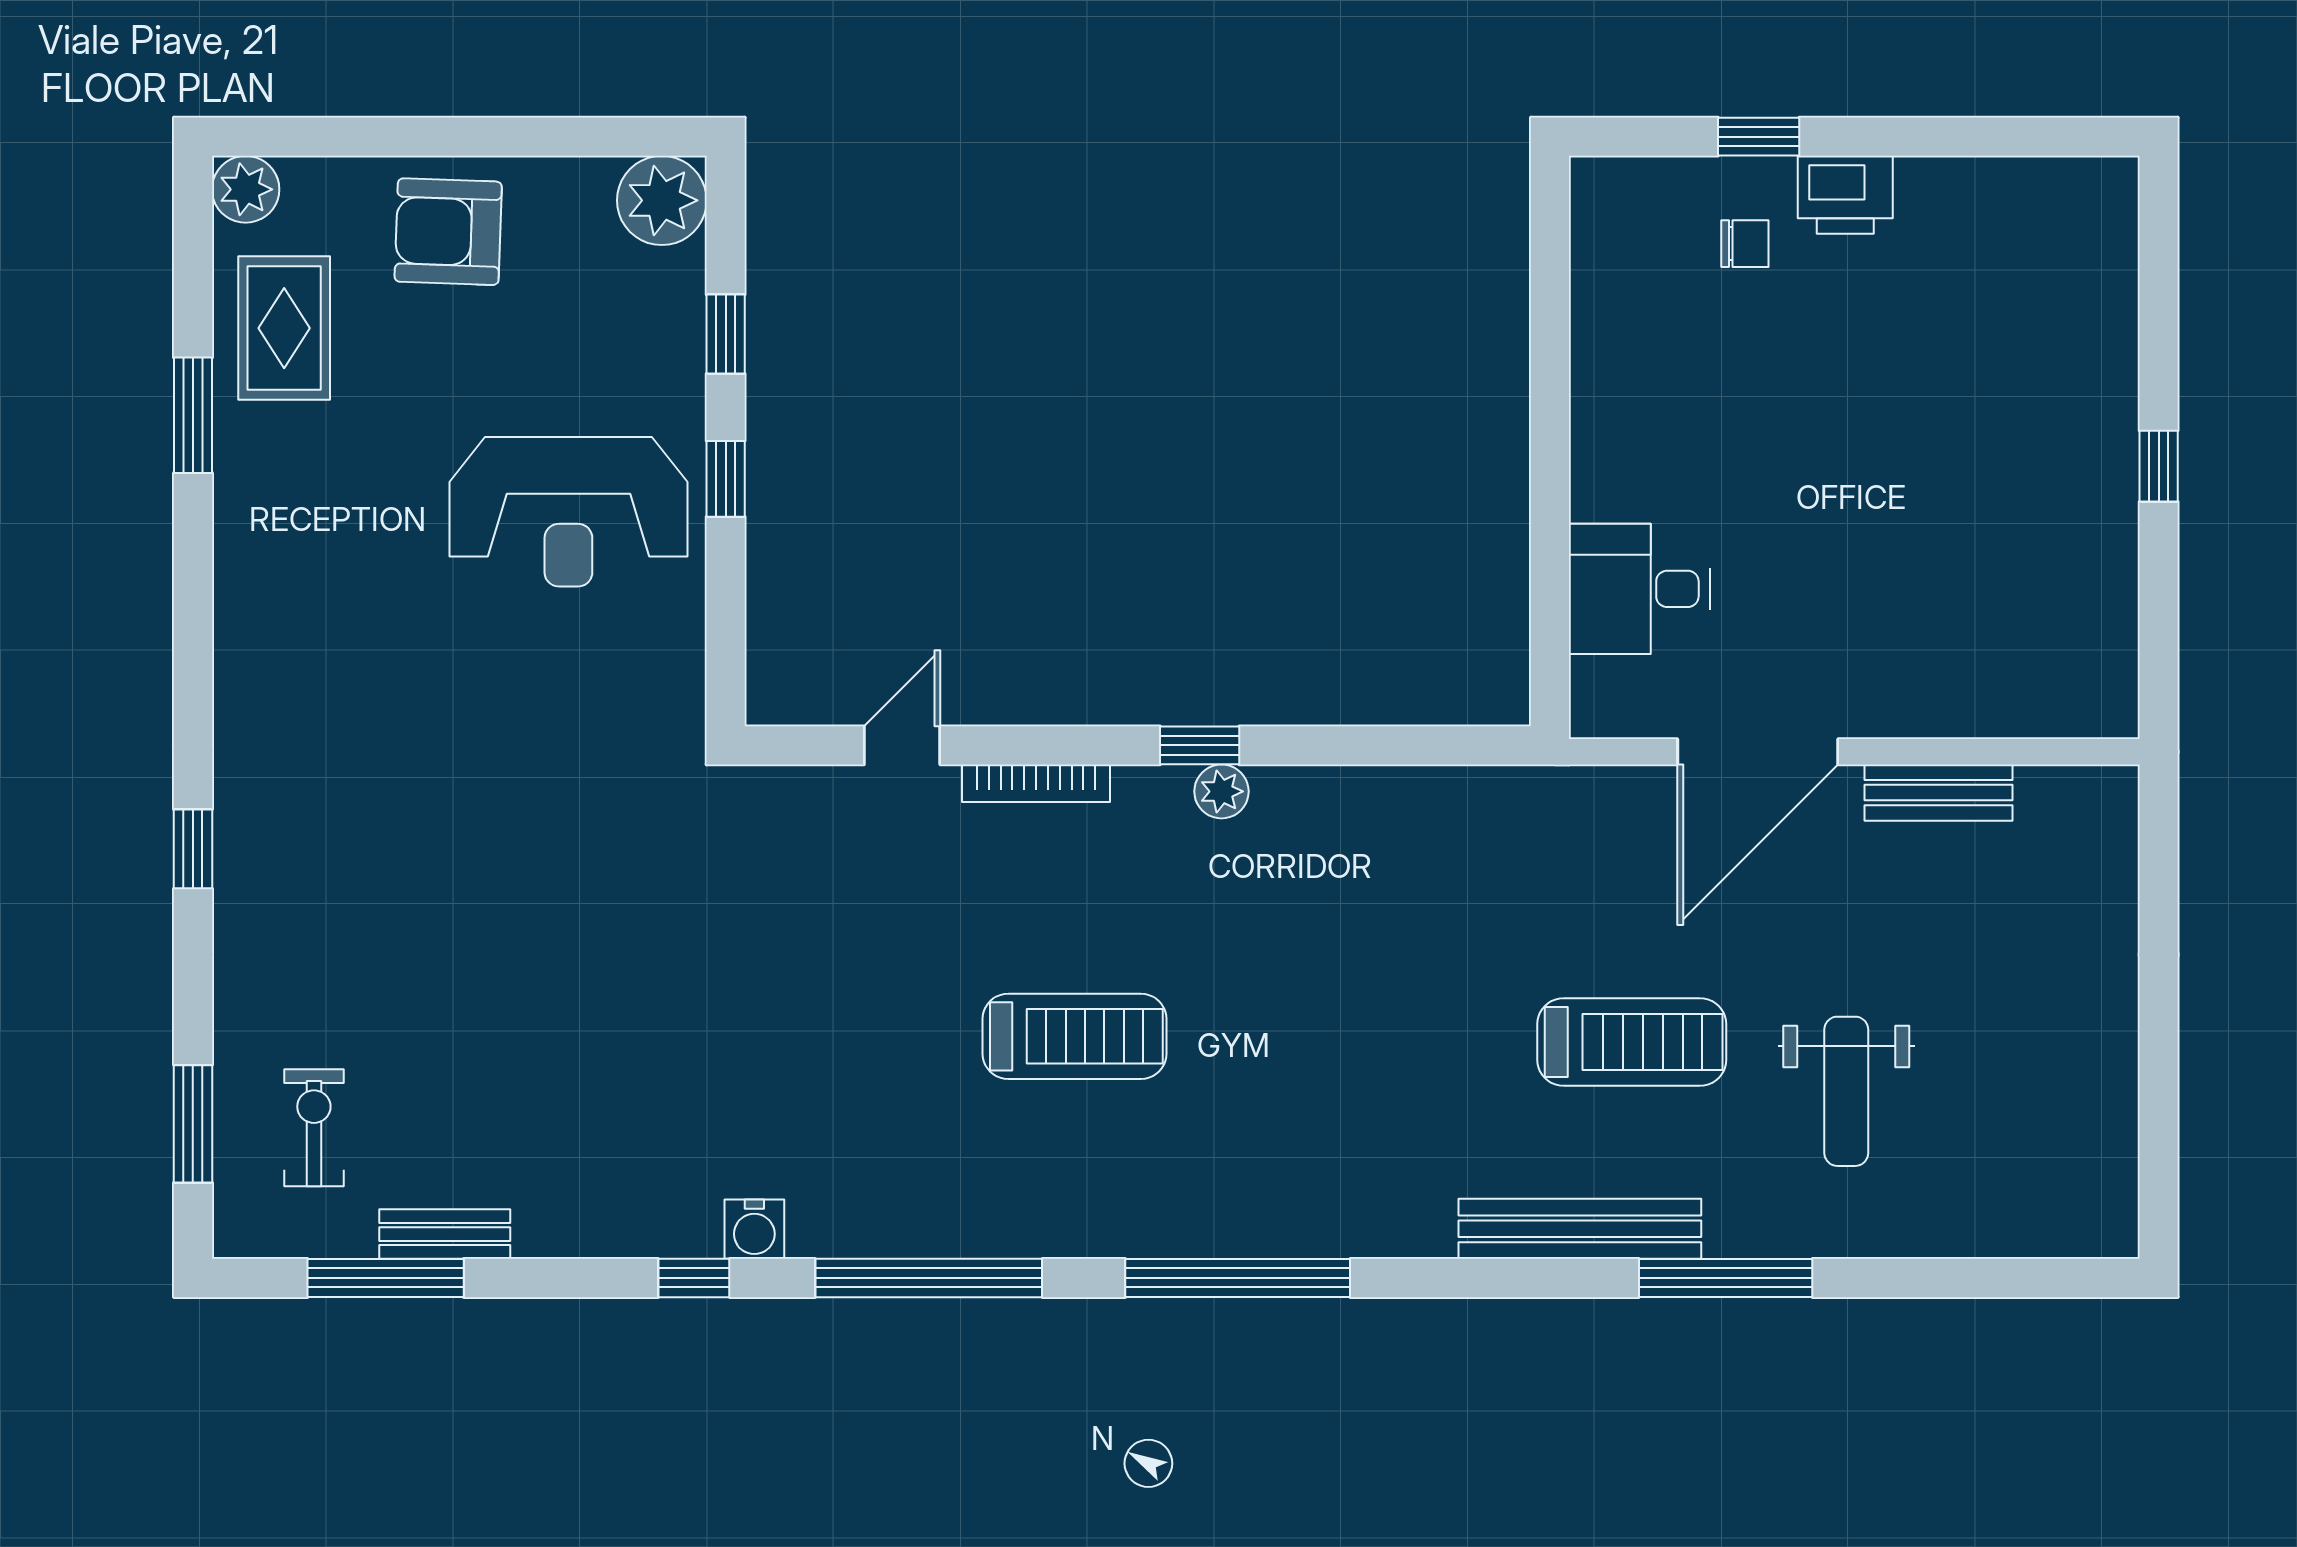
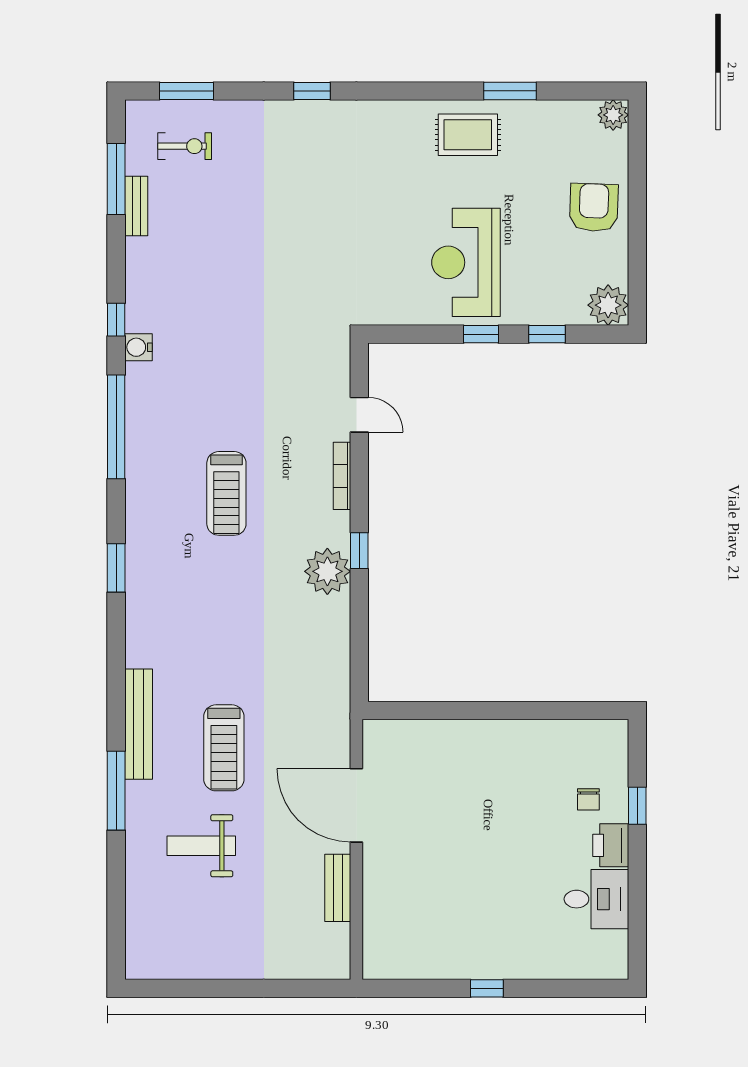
rug: (284, 328) -> (468, 135), moved
desk: (1639, 589) -> (596, 899), moved, turned 90
plant: (1221, 791) -> (327, 571), width x1.87, depth x1.87
window: (1238, 1278) -> (116, 568), width x0.47

